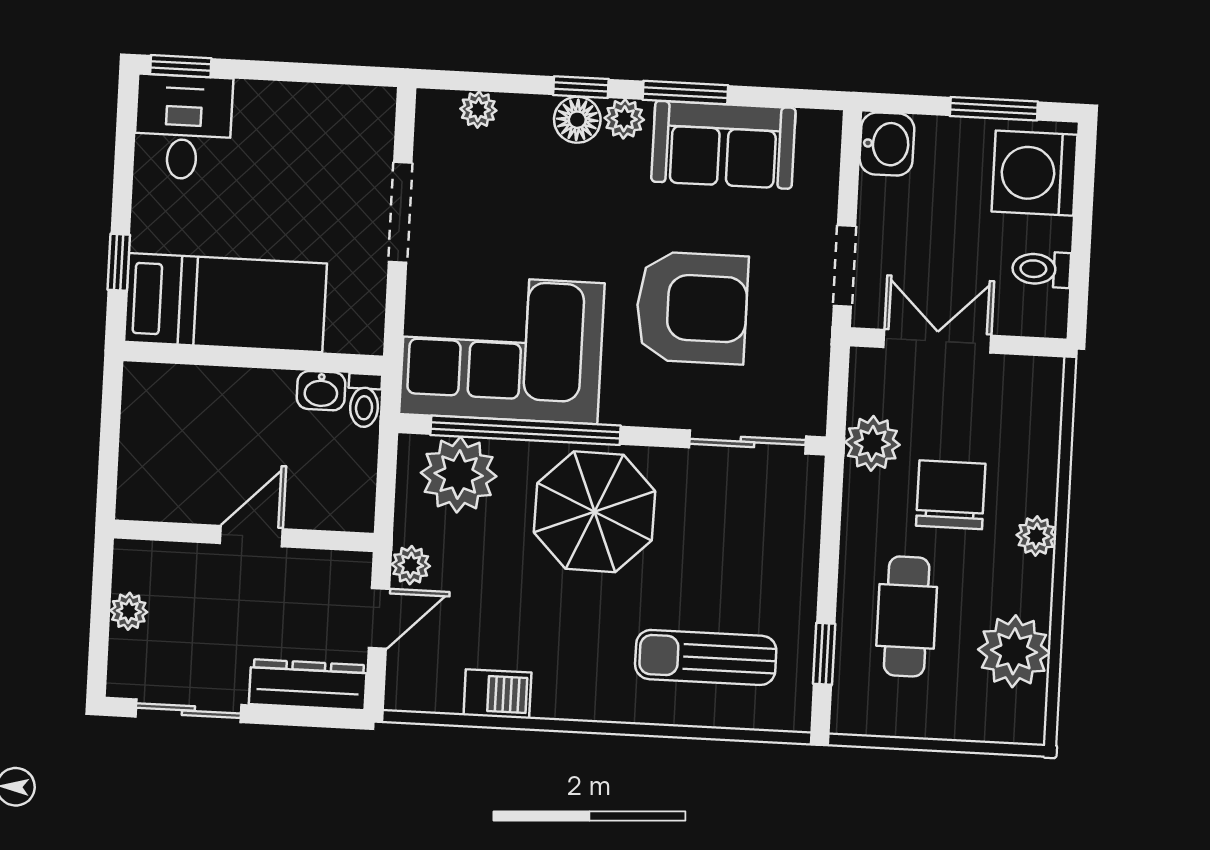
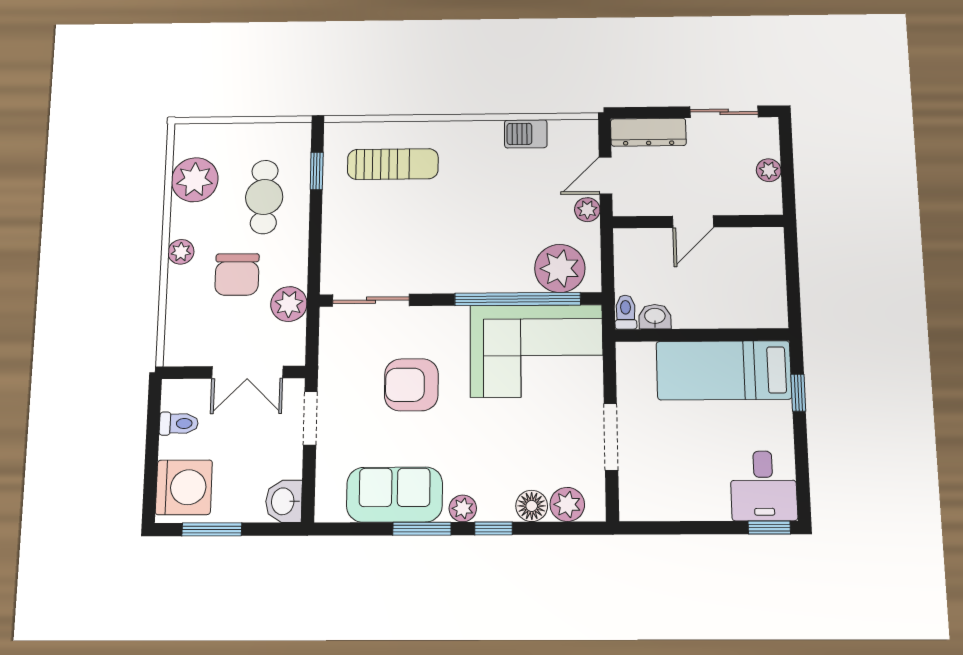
plant: (478, 110) -> (567, 504), width x1.38, depth x1.38
floor lamp: (577, 120) -> (532, 506), moved
armchair: (692, 308) -> (411, 385), width x0.73, depth x0.73
parasol: (594, 512) -> (469, 250), removed

